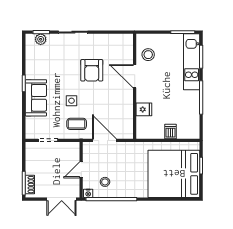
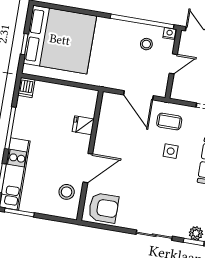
armchair: (92, 70) -> (104, 208), moved, turned 90
door: (135, 76) -> (88, 168), hinge flipped
dishwasher: (171, 132) -> (26, 88), moved

